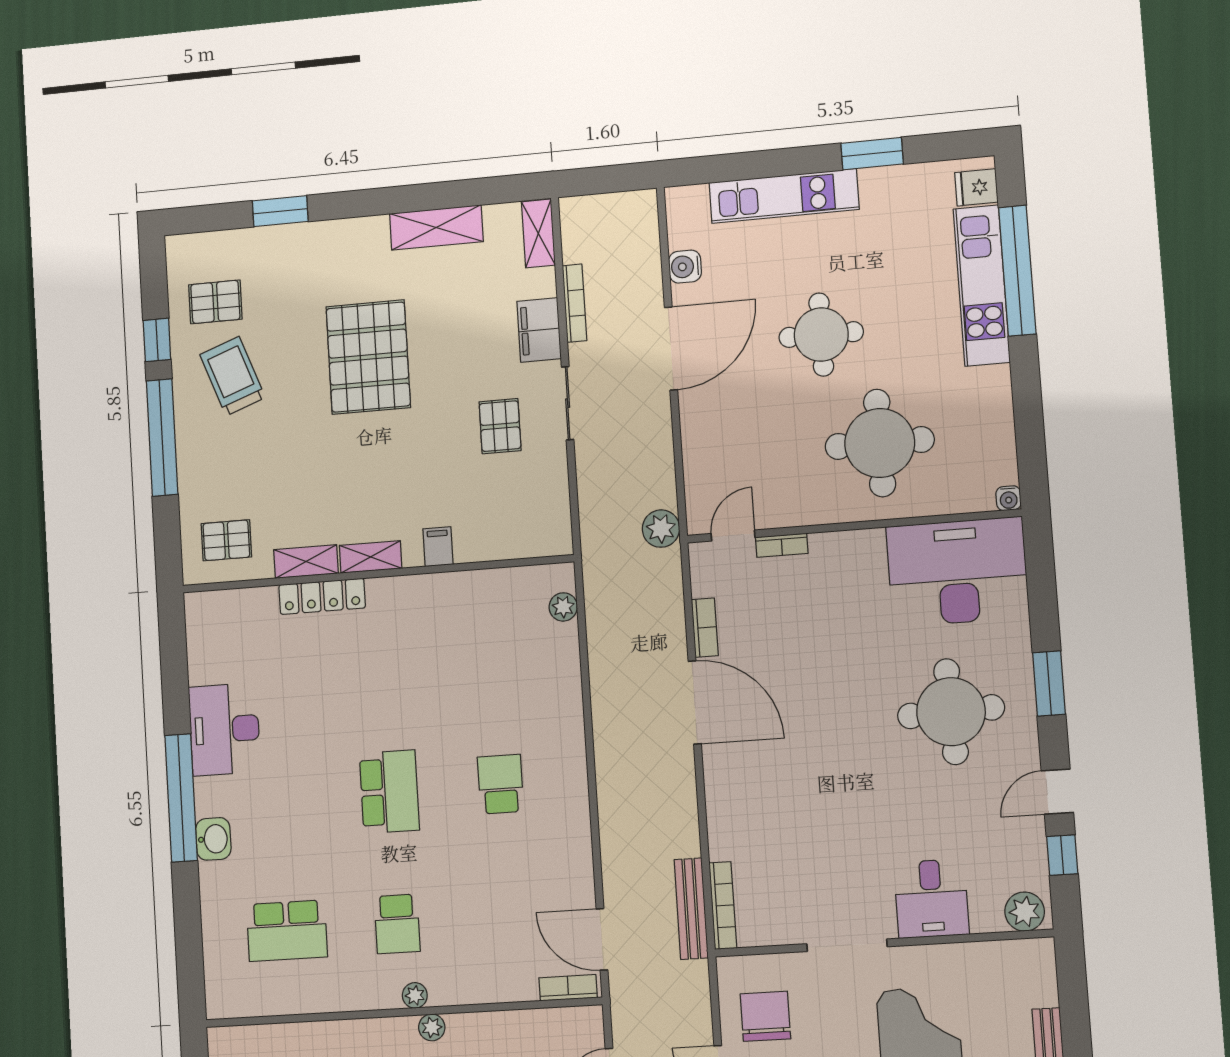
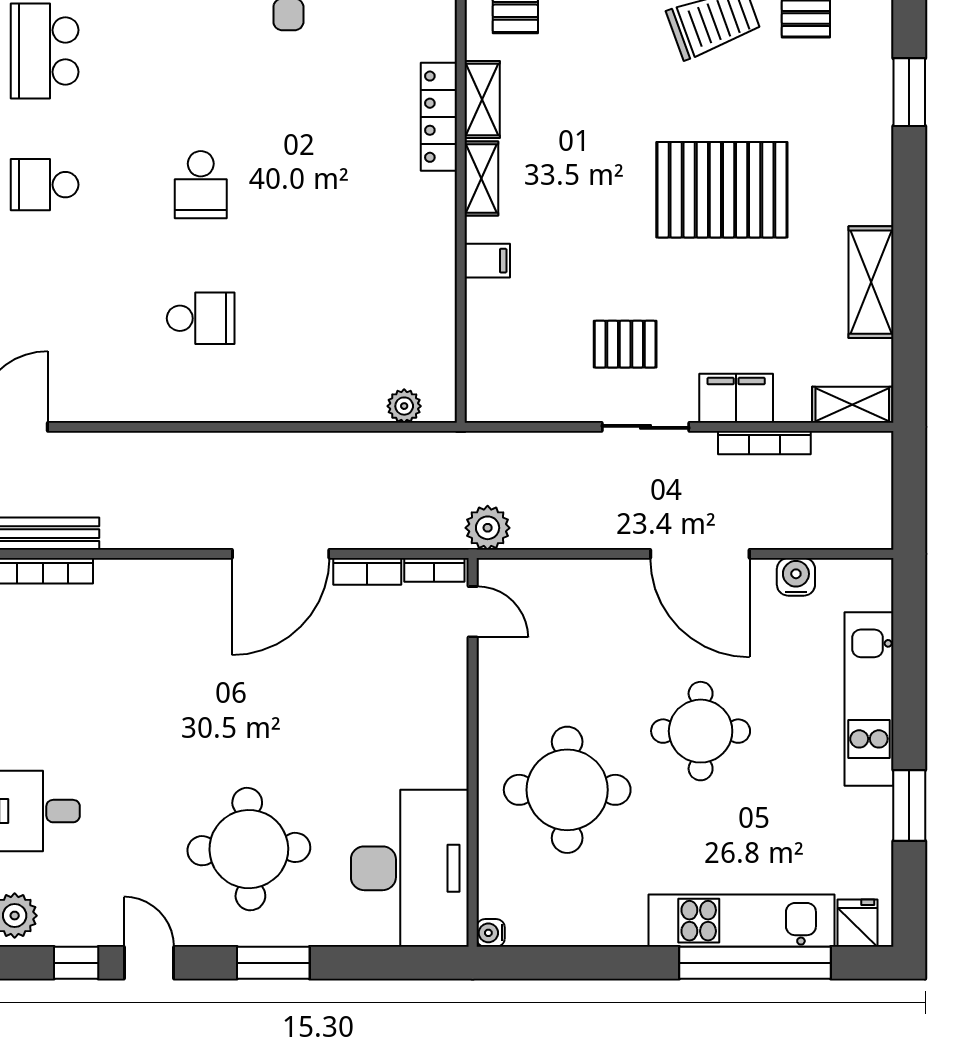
bookcase: (782, 545) -> (434, 570), moved, turned -90
school desk: (389, 792) -> (201, 185), width x0.54

